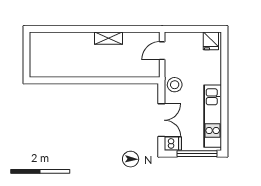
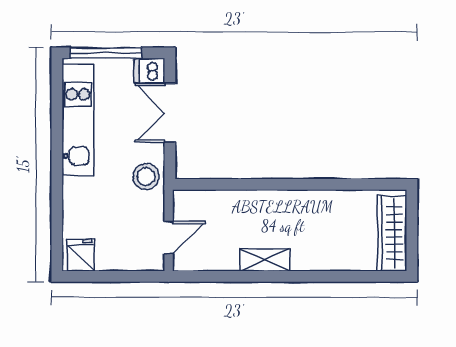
wardrobe: (38, 53) -> (392, 233), added

